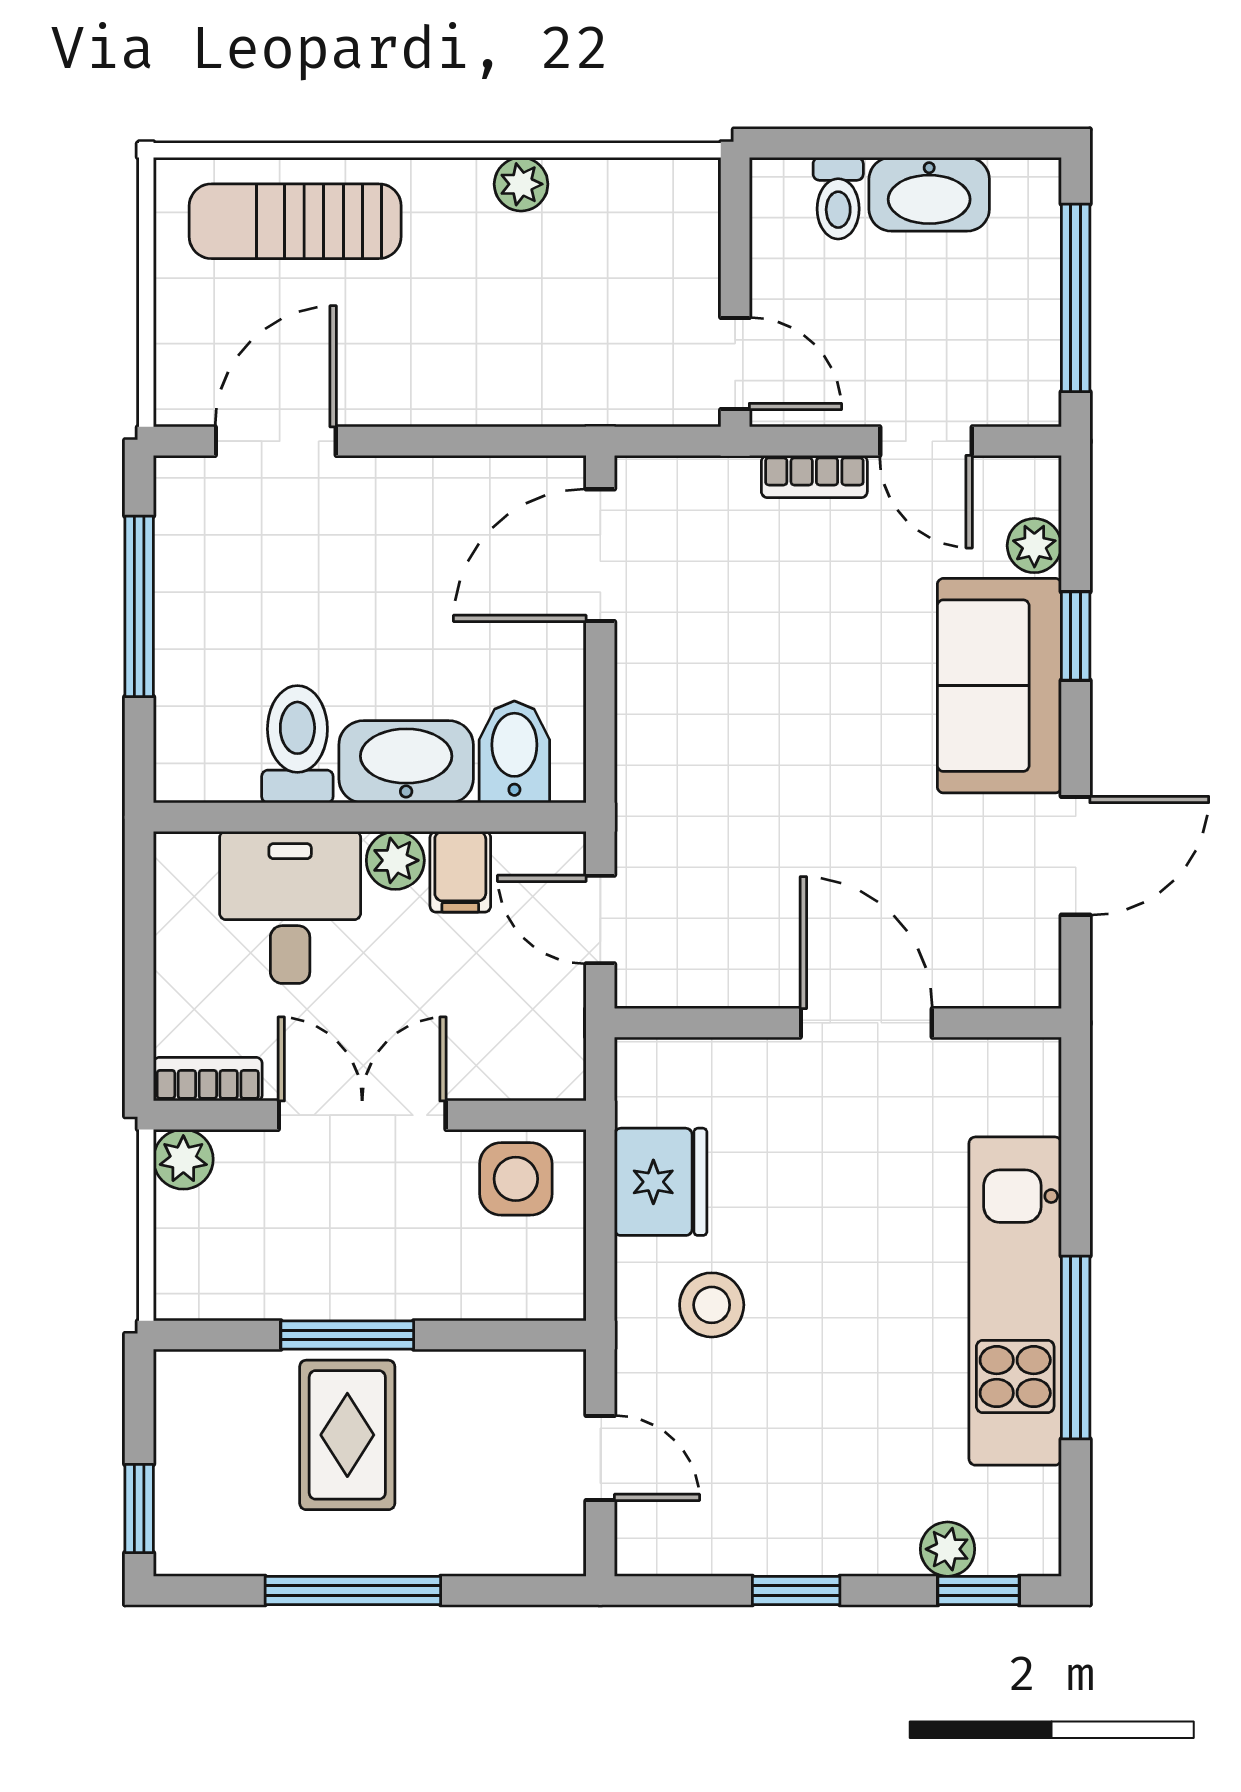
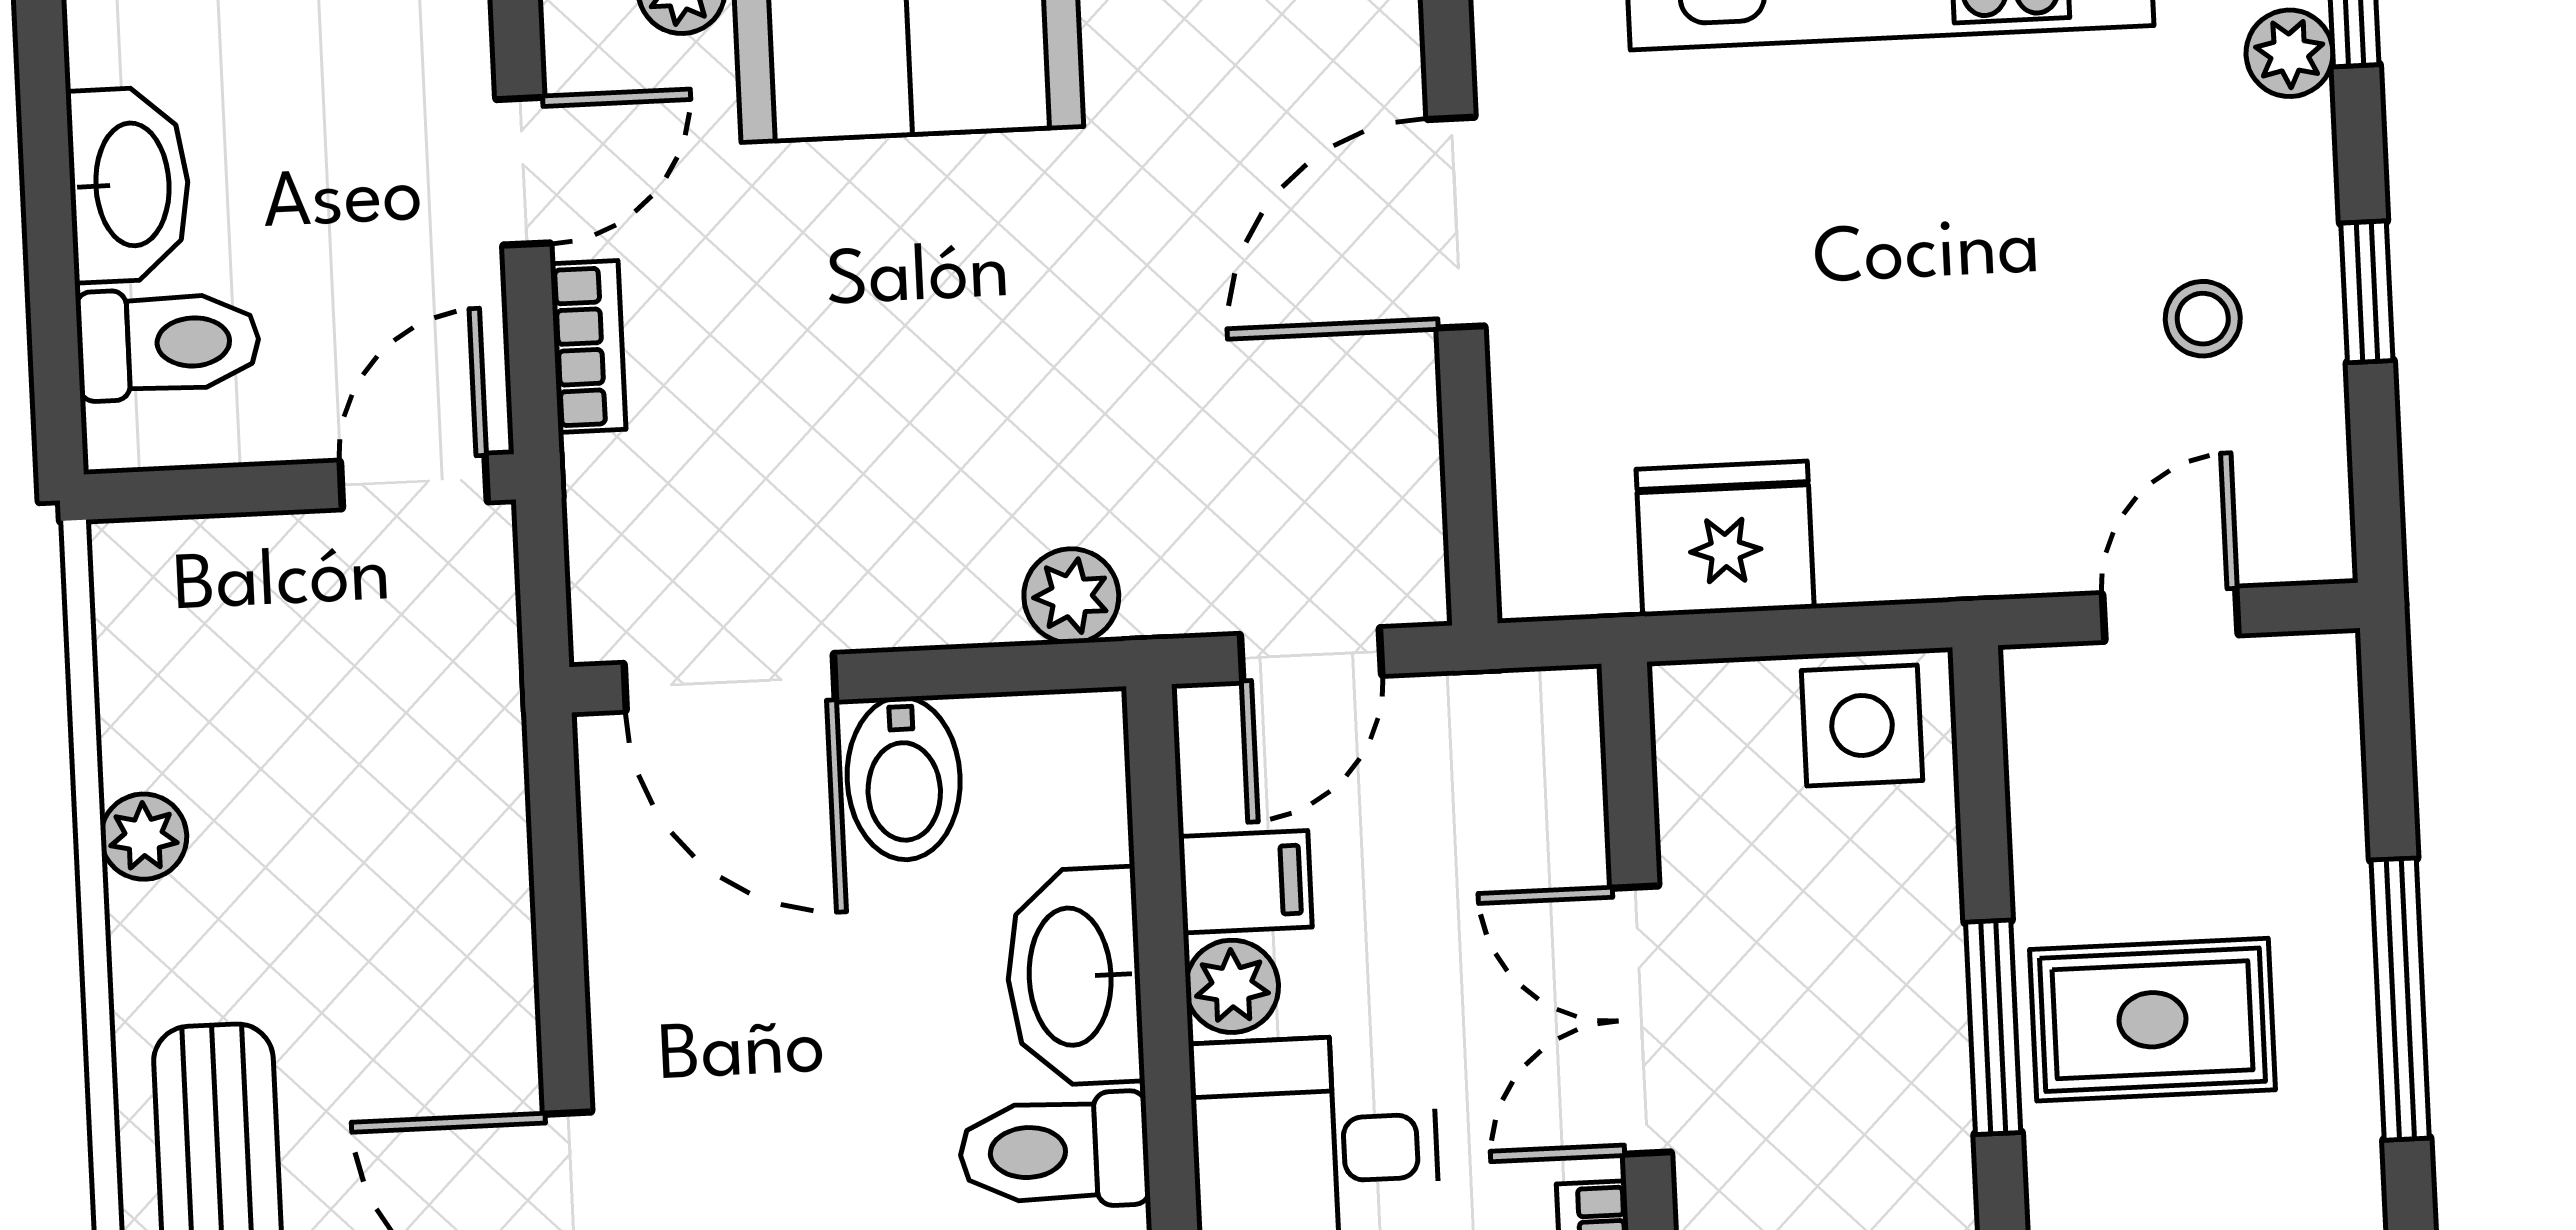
toilet: (838, 198) -> (168, 343), width x1.37, depth x1.39
bidet: (514, 752) -> (904, 778), moved, turned -90
plant: (644, 771) -> (1071, 596), added
side table: (516, 1179) -> (1862, 725), moved
stool: (712, 1305) -> (2203, 319), moved, width x0.73, depth x0.73

